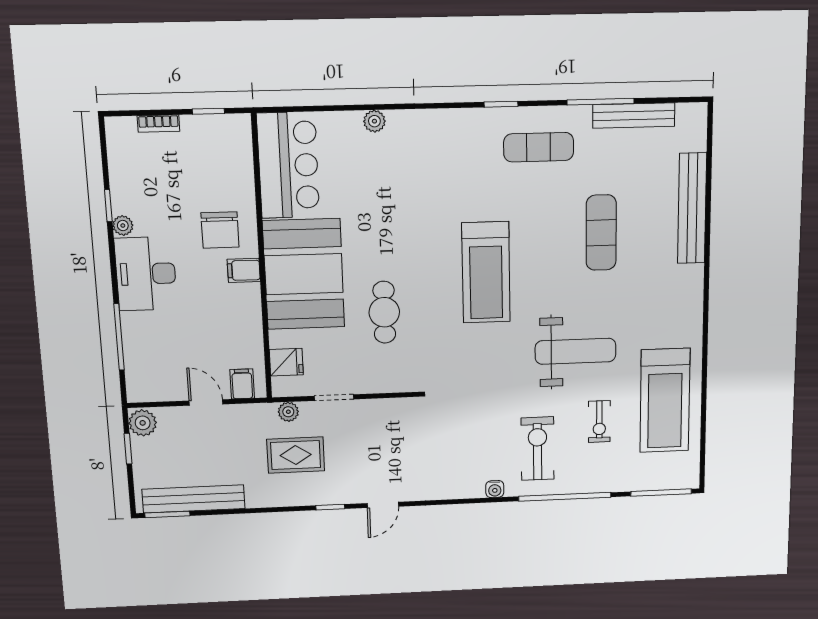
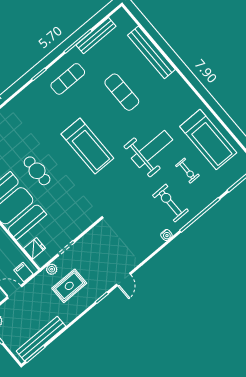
cafe table: (384, 312) -> (37, 171), moved

